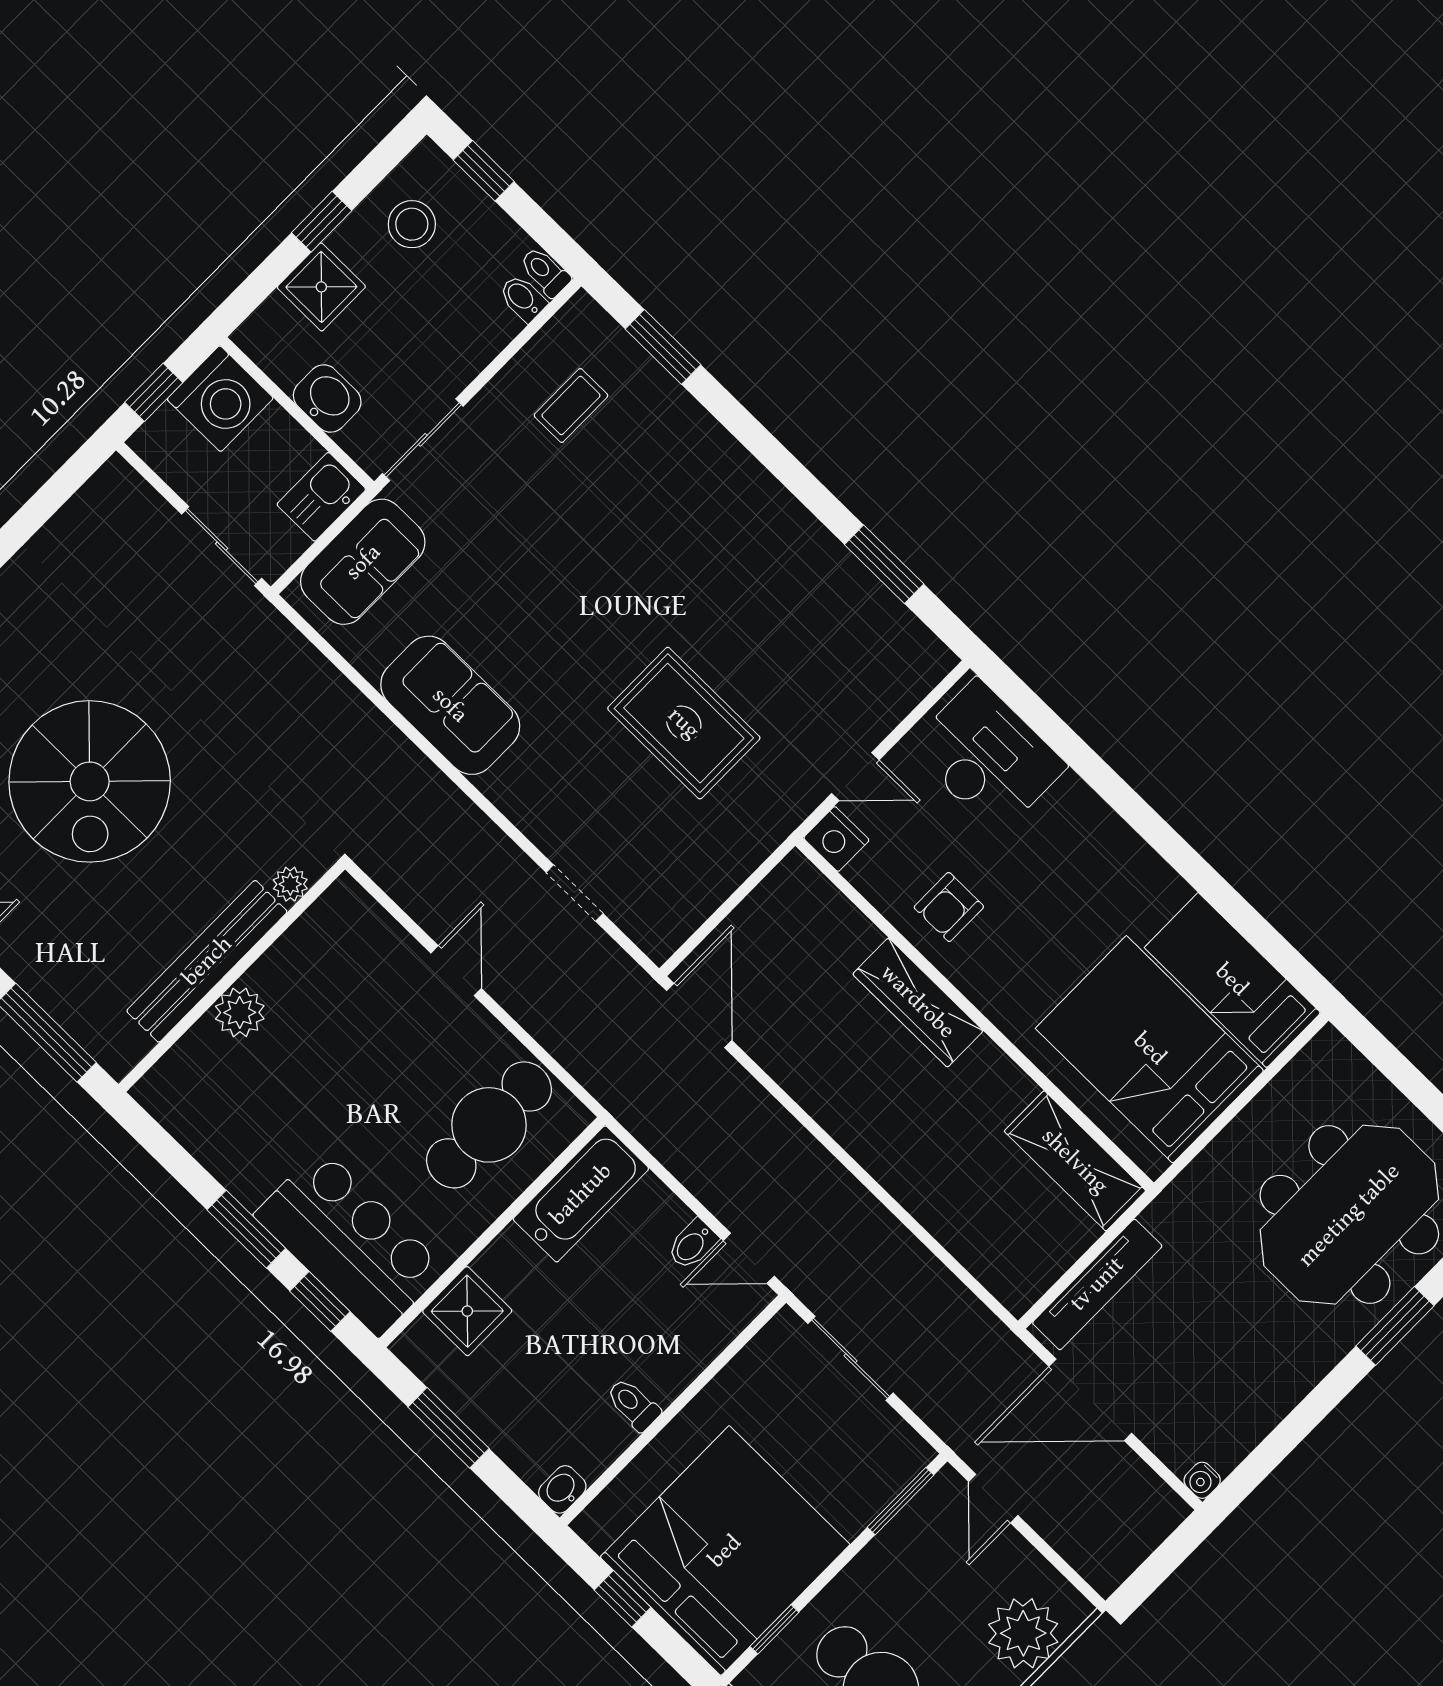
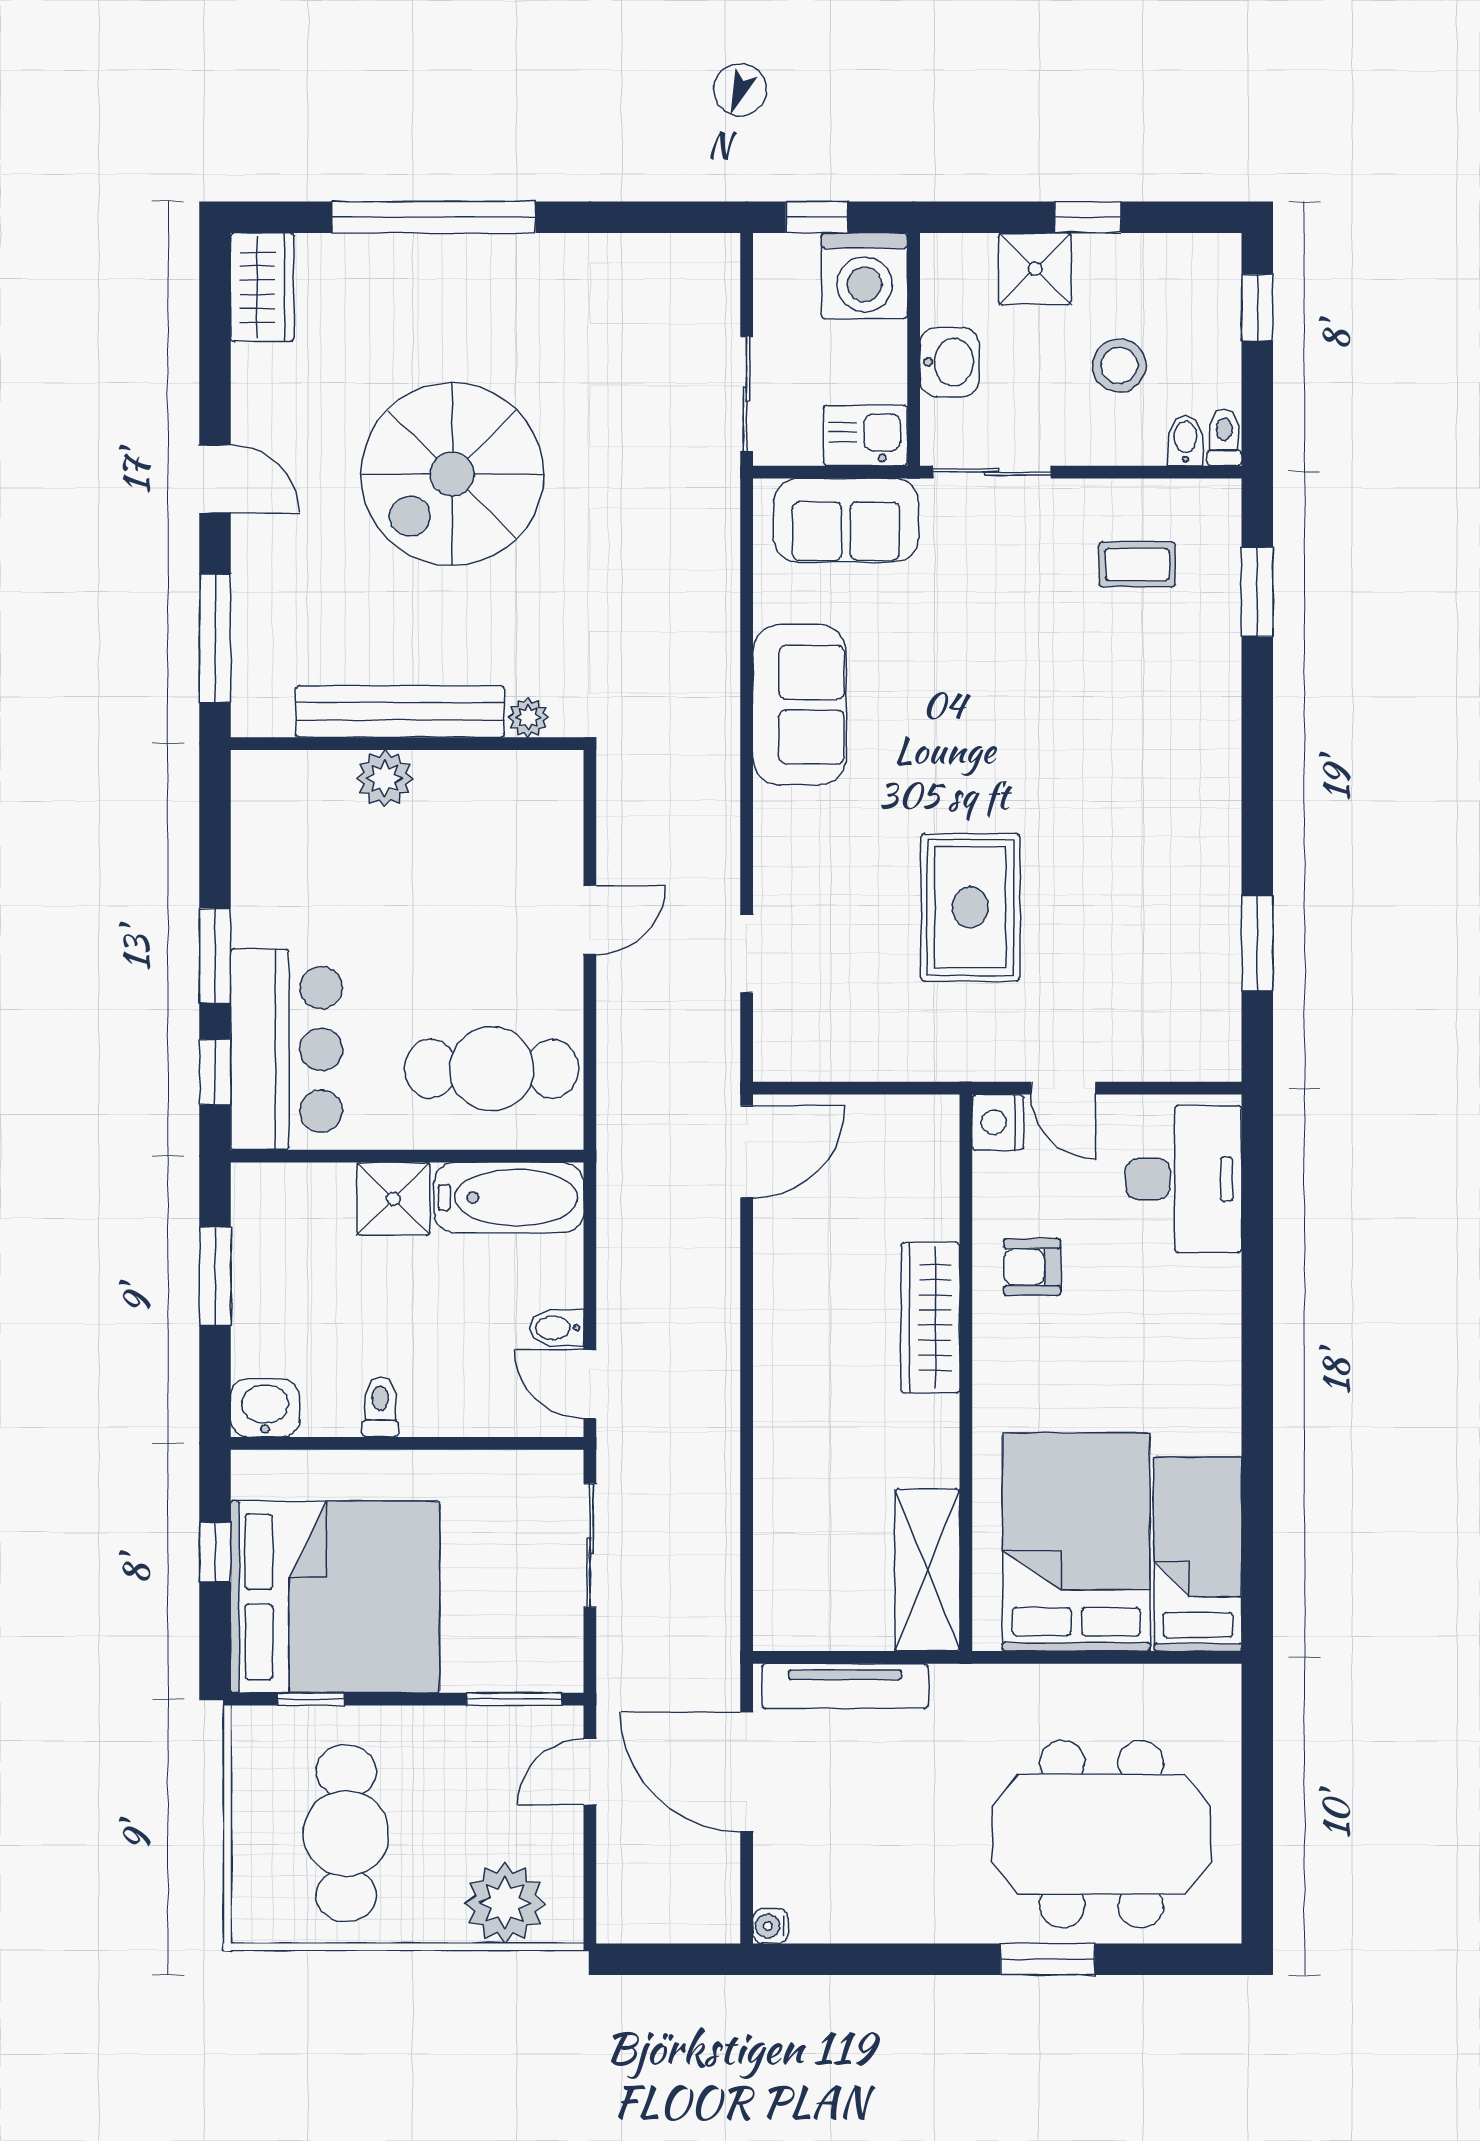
stool: (412, 224) -> (1119, 365), moved
shower: (467, 1311) -> (393, 1199), moved
washbasin: (562, 1489) -> (265, 1408), width x1.38, depth x1.45

